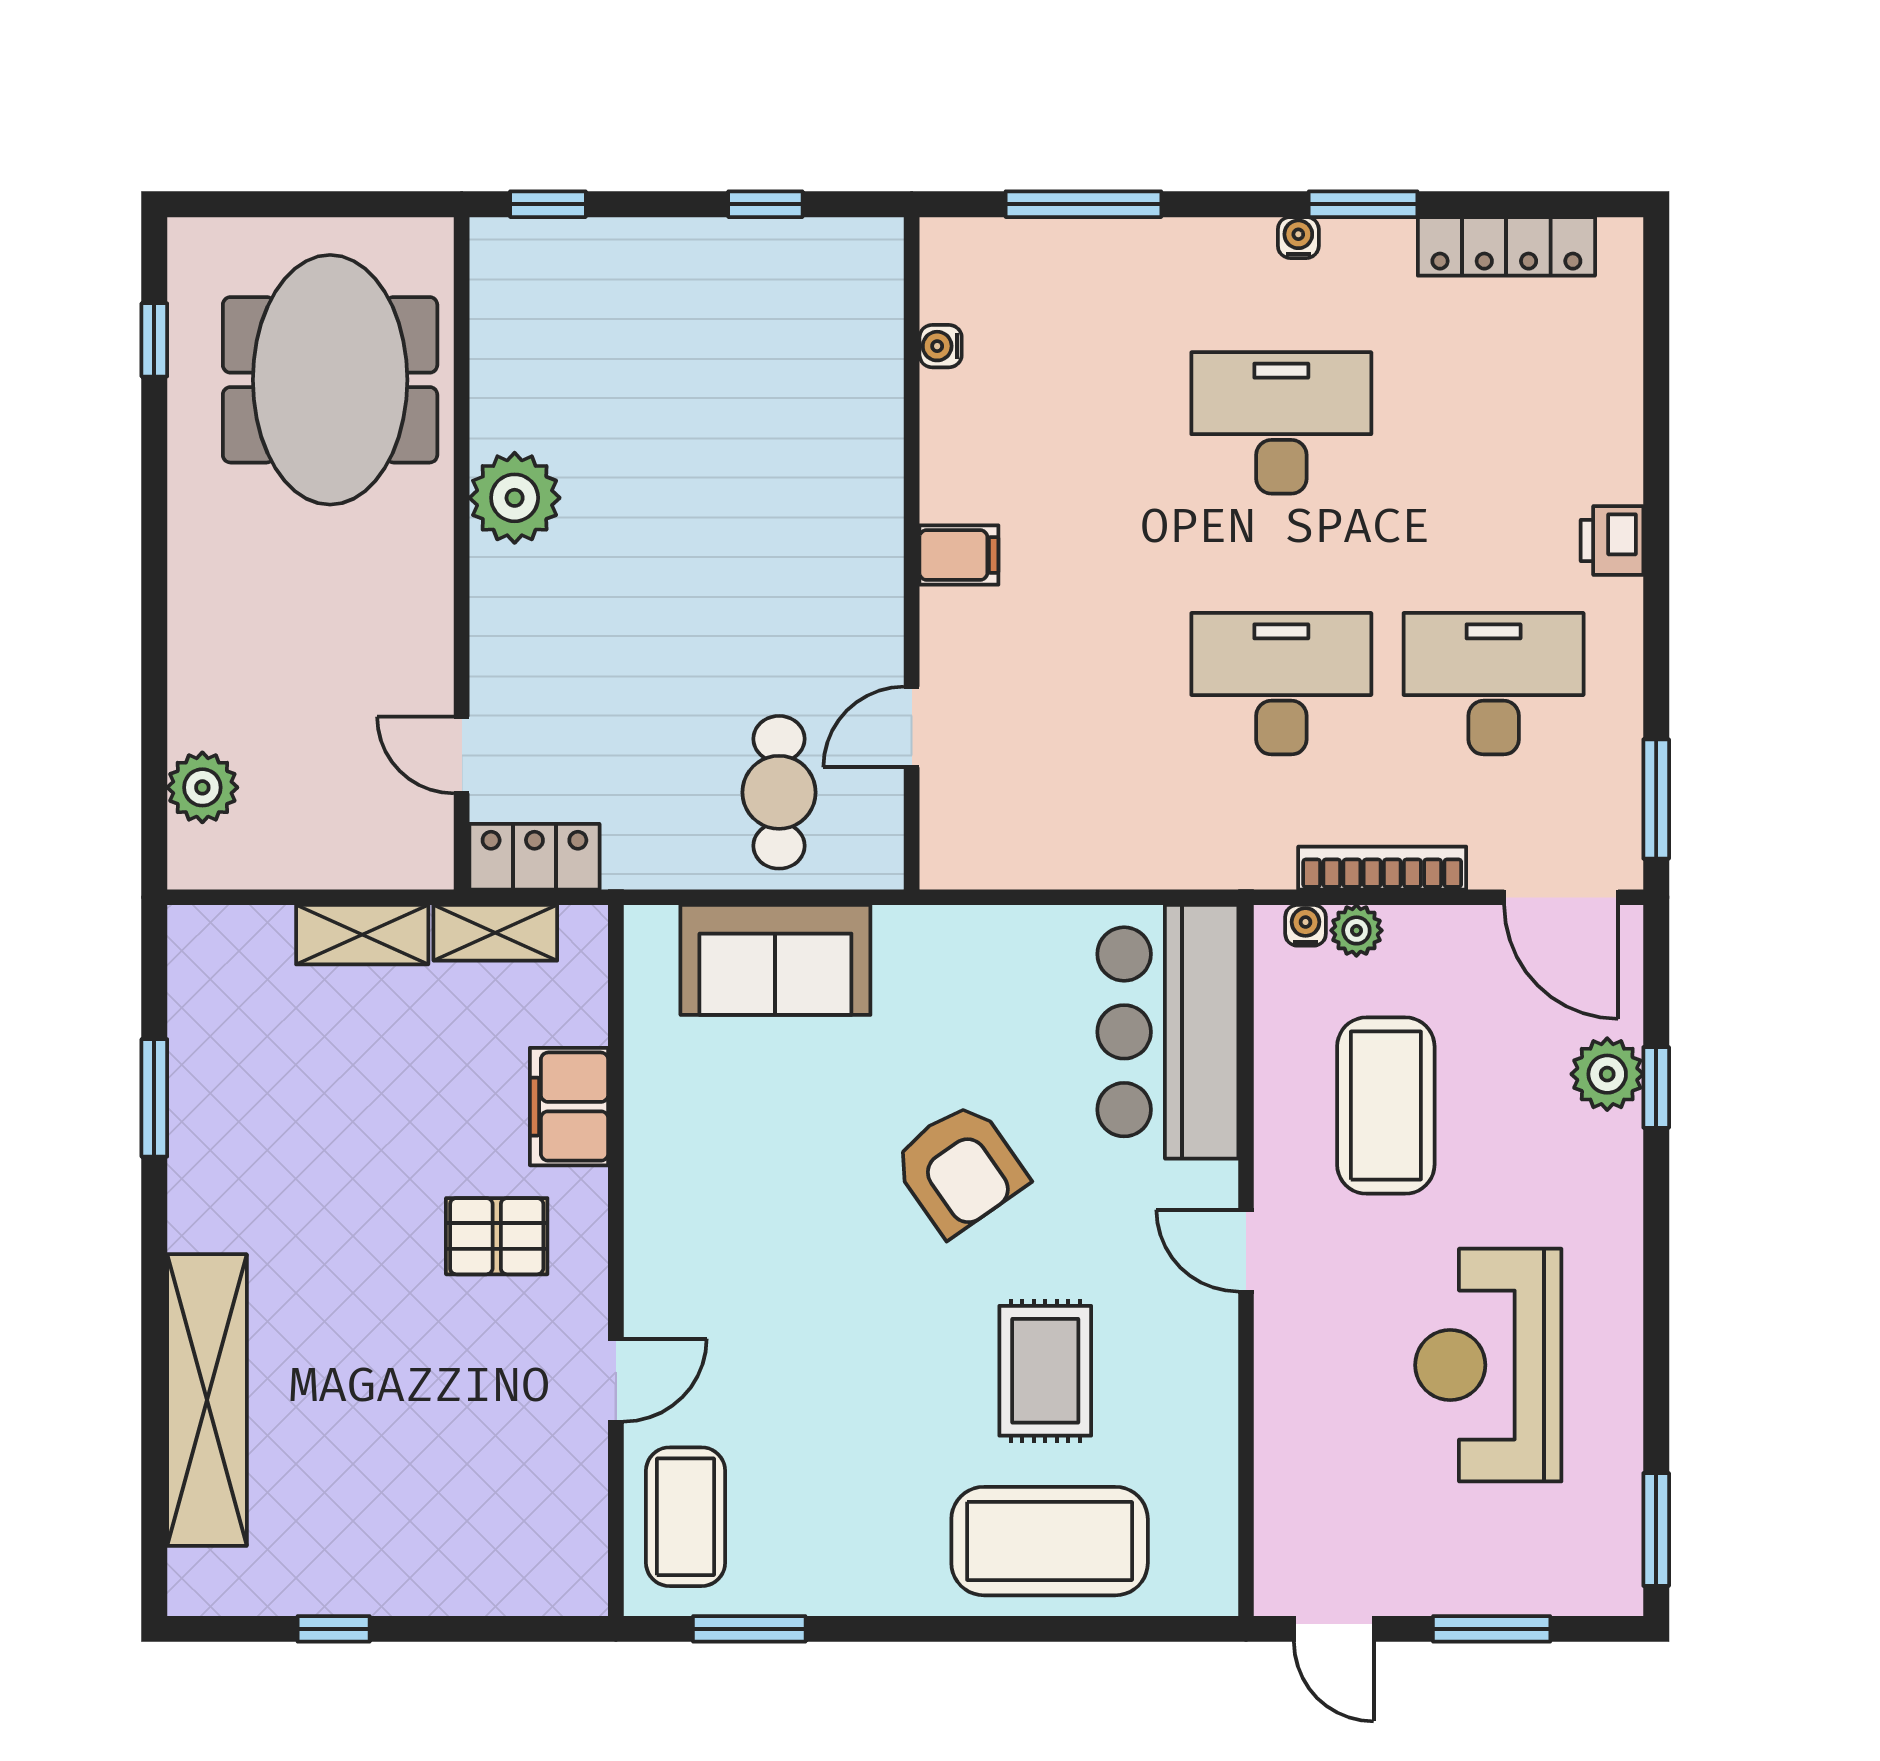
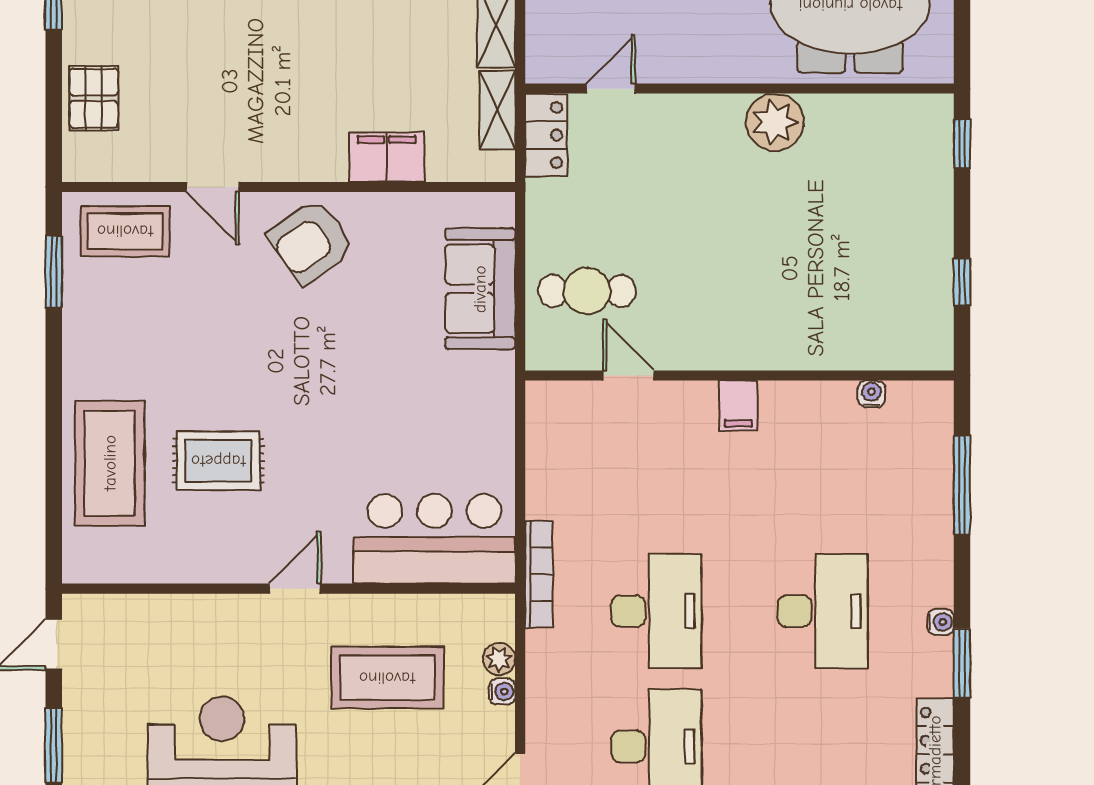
bookcase: (1382, 868) -> (539, 574), moved
water cooler: (1306, 925) -> (502, 692), moved
armchair: (959, 1169) -> (311, 242), moved
pallet: (497, 1236) -> (94, 98), moved

